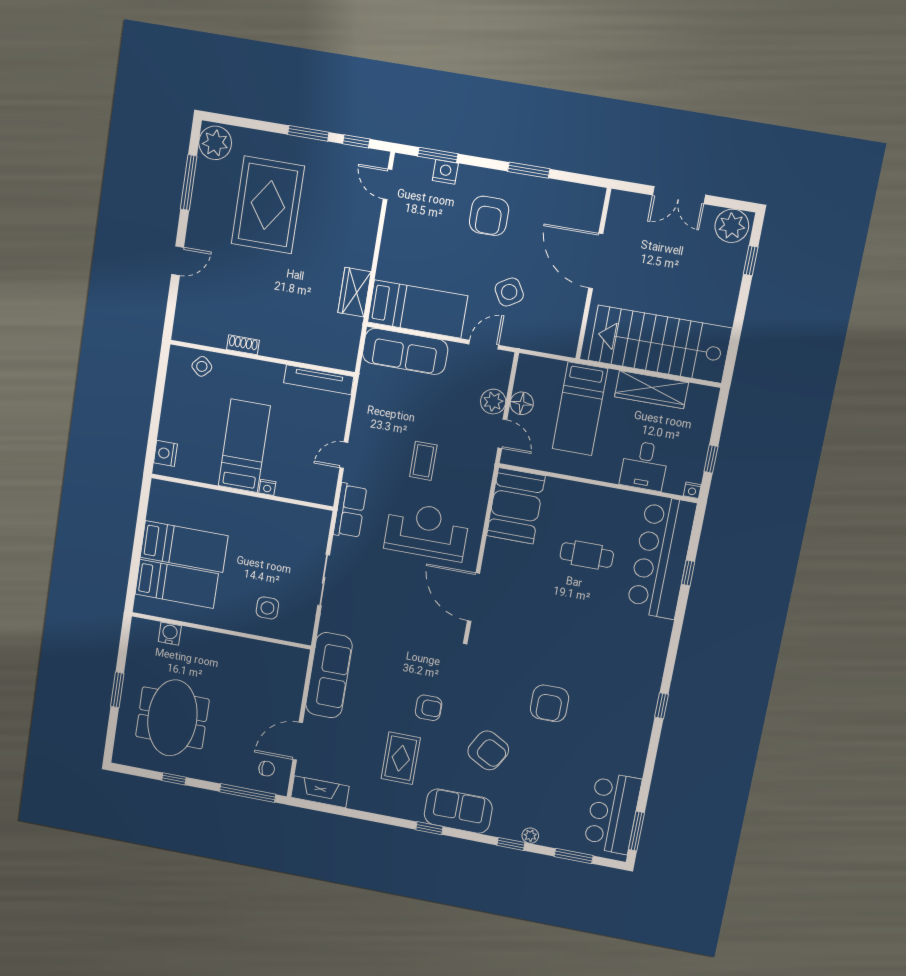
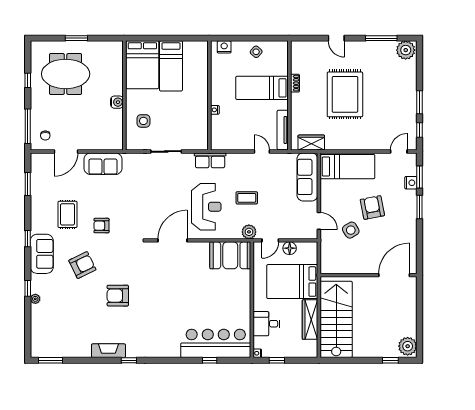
window: (529, 170) -> (419, 207), moved
double door: (679, 195) -> (419, 314), removed
rug: (268, 205) -> (345, 94), moved, turned 90
armchair: (489, 216) -> (372, 207), moved, turned 79
door: (596, 261) -> (394, 275), moved
wardrobe: (354, 292) -> (311, 143), moved
bed: (417, 309) -> (347, 167), moved, turned -90
side table: (202, 366) -> (256, 52), moved
plant: (493, 402) -> (249, 232), moved
bed: (580, 409) -> (292, 282), width x1.50
bed: (244, 446) -> (262, 88), moved, turned 180
door: (344, 455) -> (262, 151), moved
cafe table: (587, 555) -> (209, 301), removed
bed: (177, 584) -> (142, 65), width x1.50
water cooler: (170, 634) -> (117, 102), moved
sofa: (329, 675) -> (103, 164), width x0.73
armchair: (429, 708) -> (101, 226), turned 90
door: (298, 741) -> (66, 151), swing flipped
armchair: (488, 750) -> (82, 265), turned -145
rug: (401, 758) -> (68, 214), turned 90
fireplace: (320, 792) -> (108, 351), moved, turned -90
bar counter: (613, 813) -> (59, 344), removed
window: (574, 856) -> (28, 184), moved

